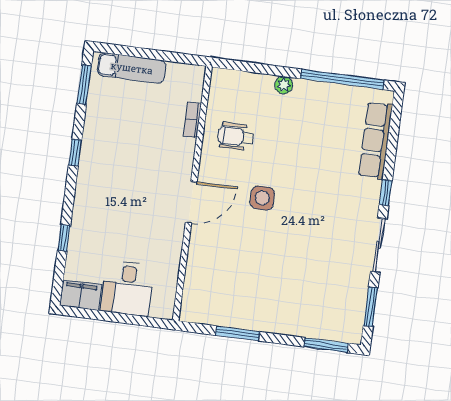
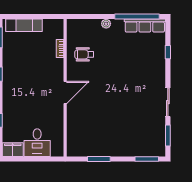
row of seats: (375, 140) -> (145, 26), moved, turned -90
window: (386, 193) -> (168, 52), moved
side table: (262, 198) -> (103, 85), removed

